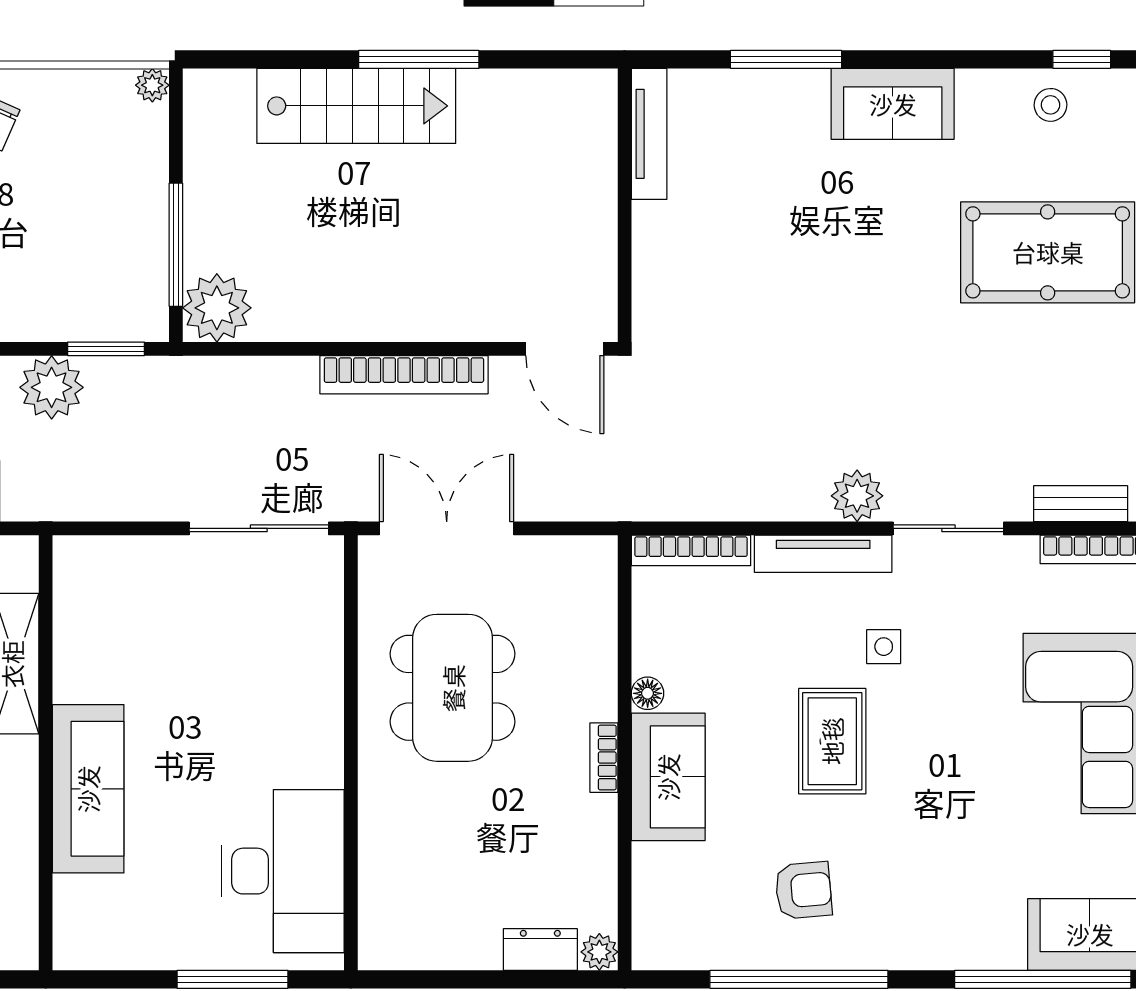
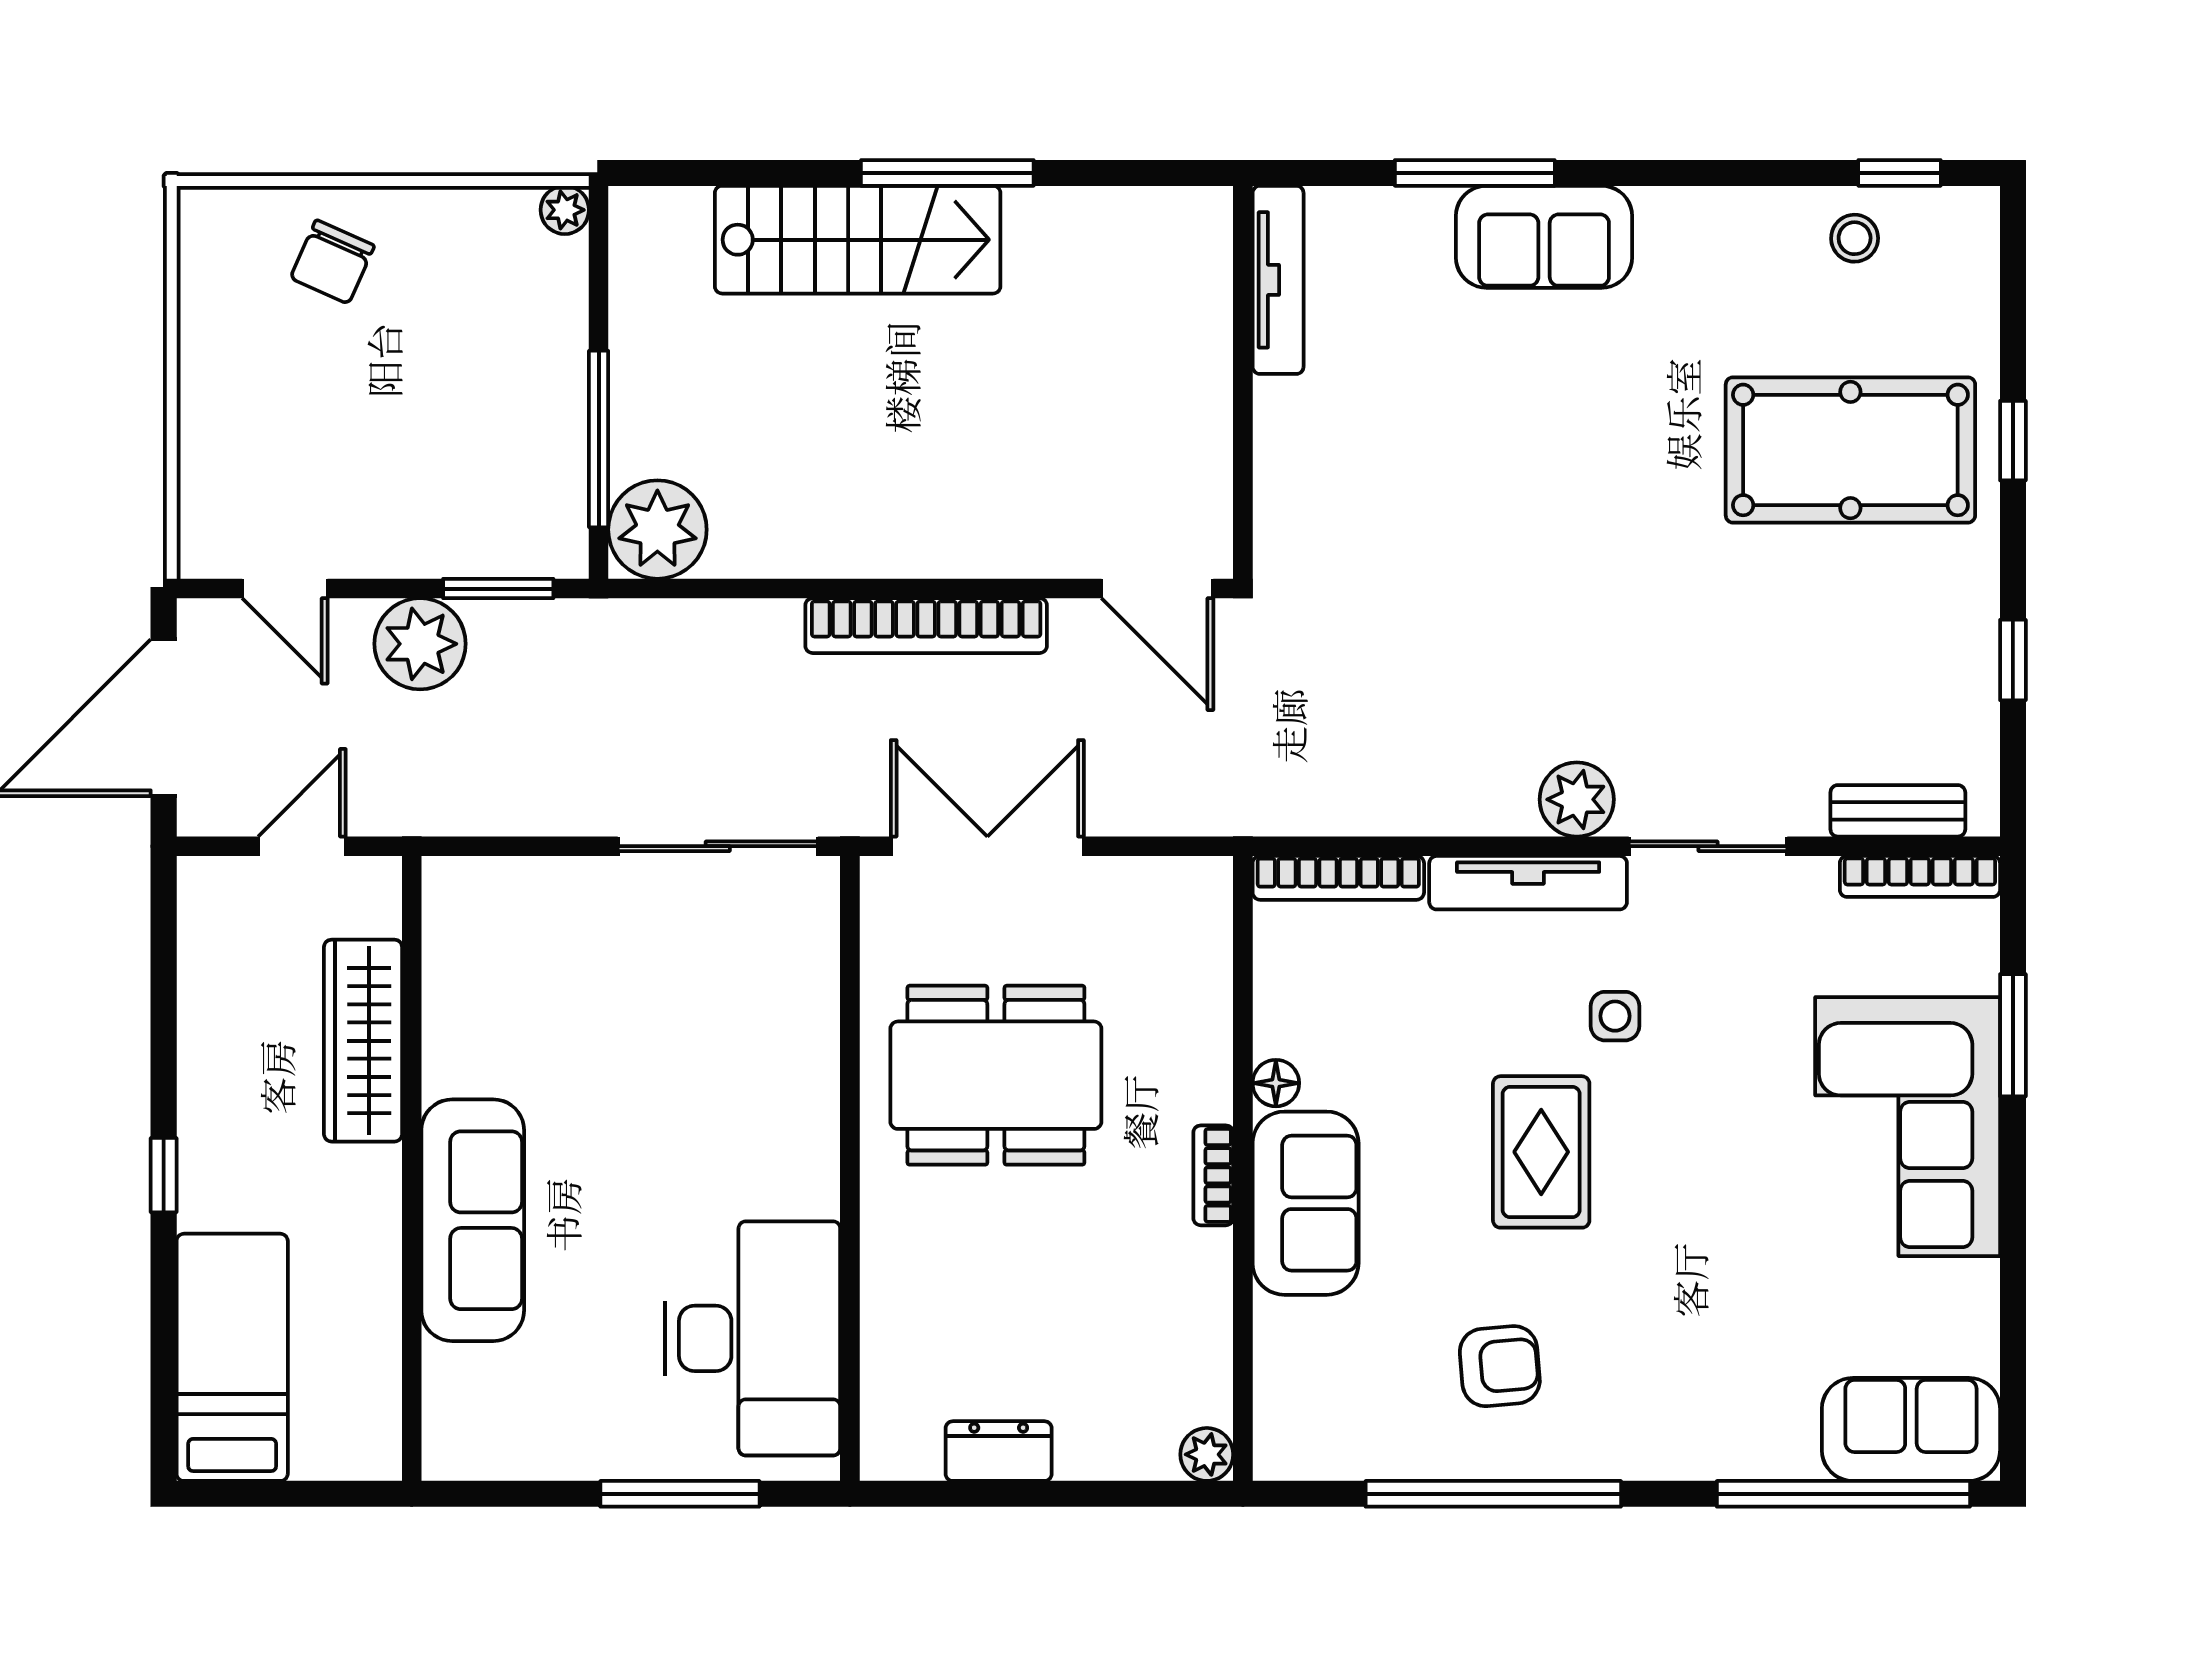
sofa: (893, 104) -> (1544, 237), moved
dining table: (453, 688) -> (996, 1075), turned 90
dresser: (540, 950) -> (999, 1451), moved

